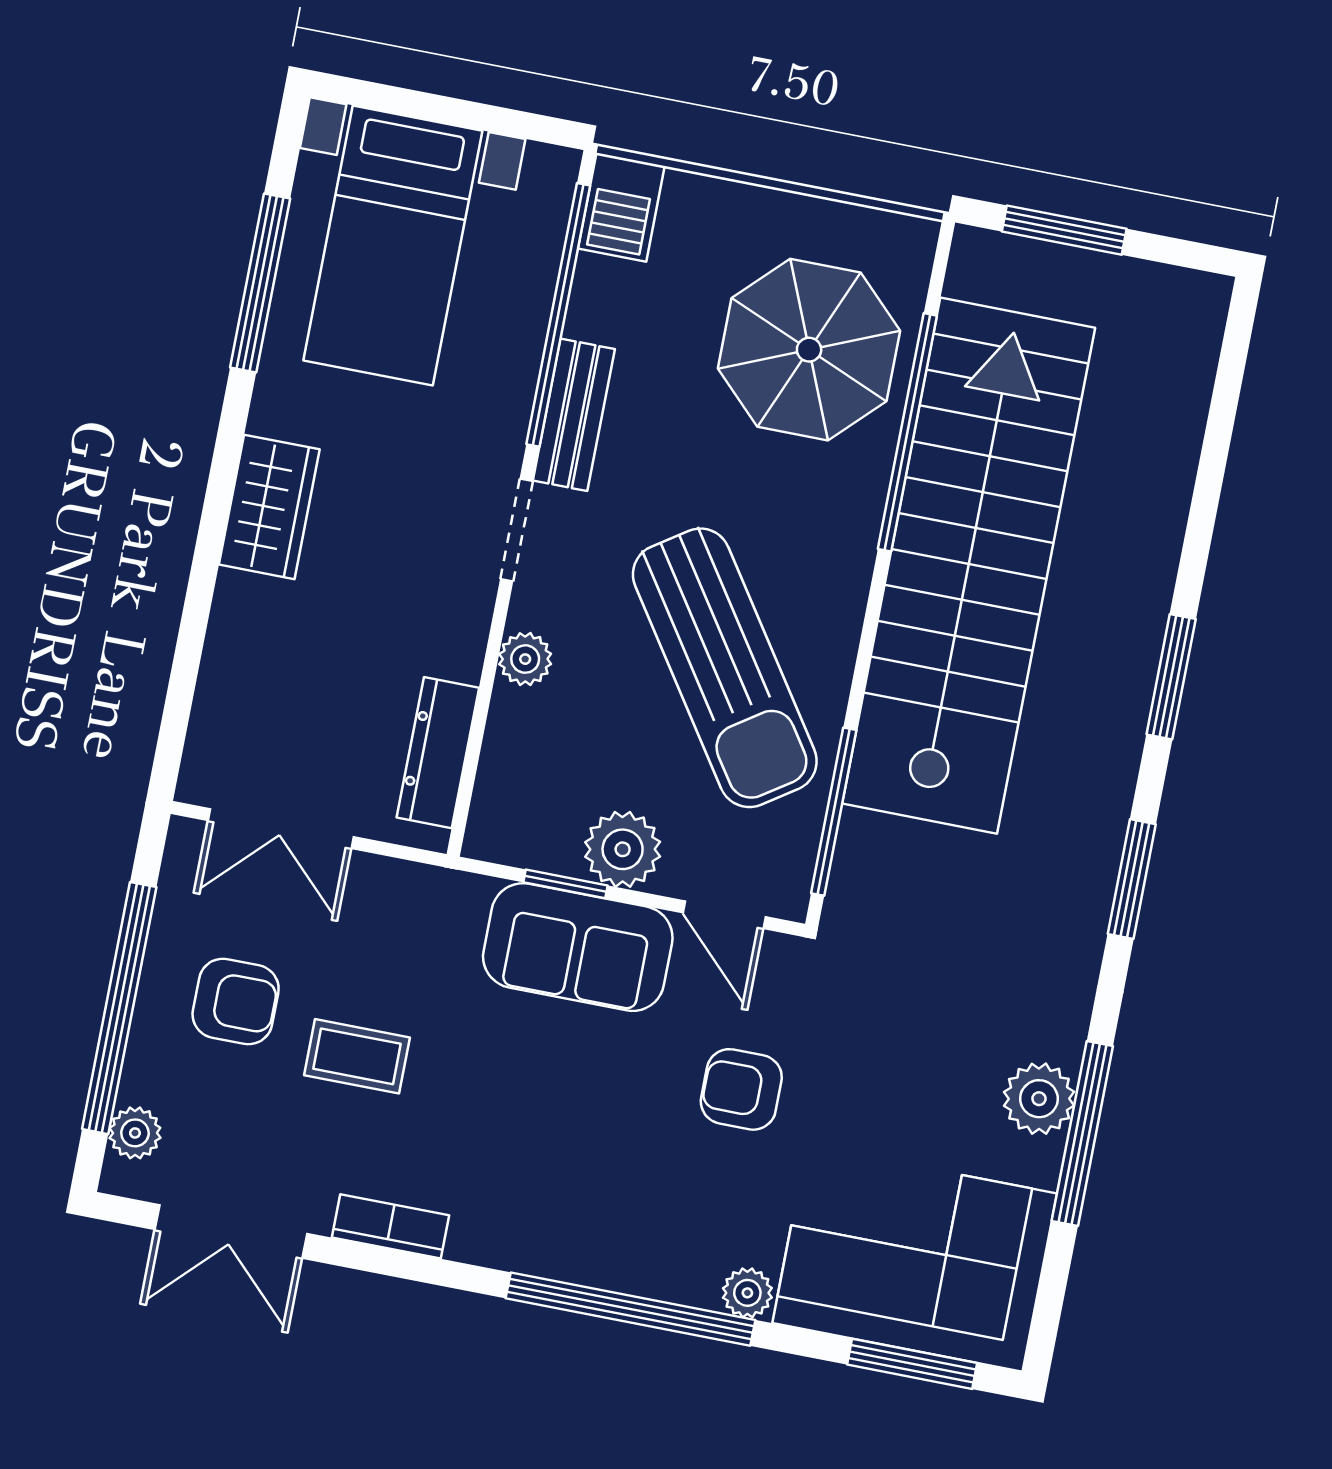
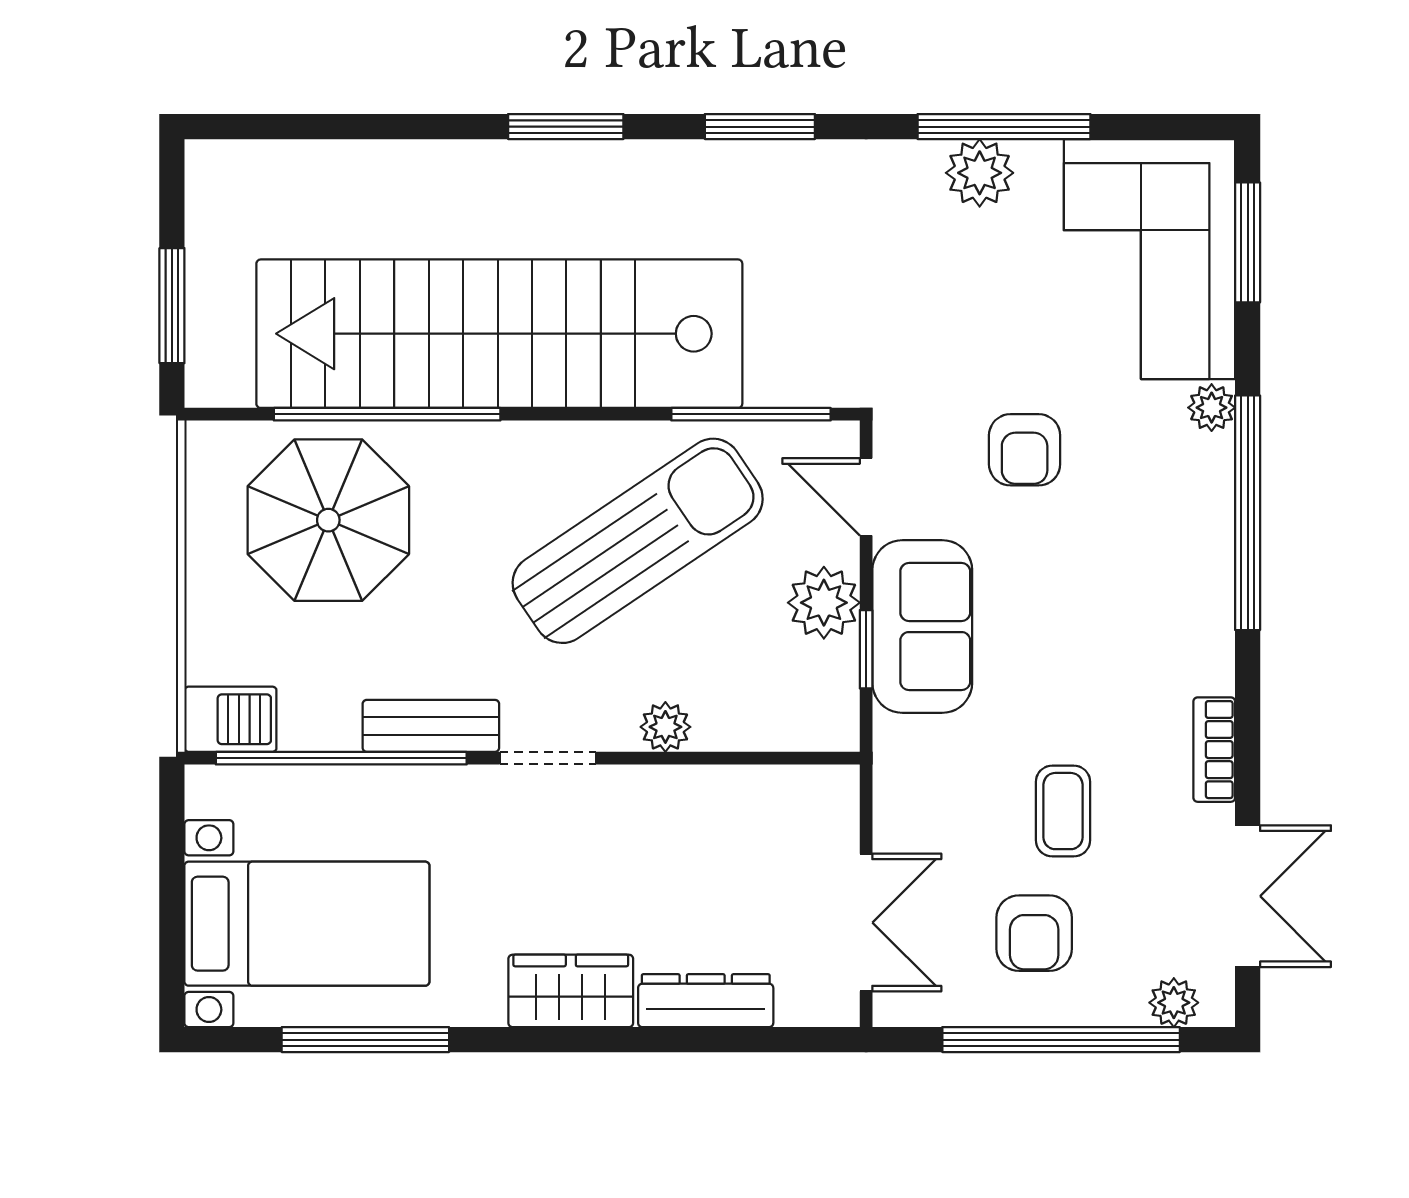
dresser: (438, 753) -> (706, 1001), moved, turned 180
door: (724, 915) -> (866, 497), swing flipped
armchair: (236, 1002) -> (1034, 933), turned 180

